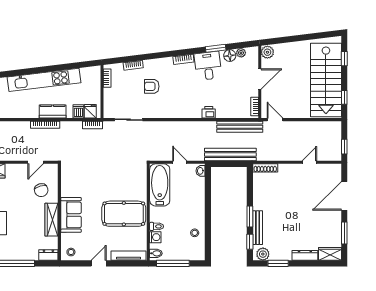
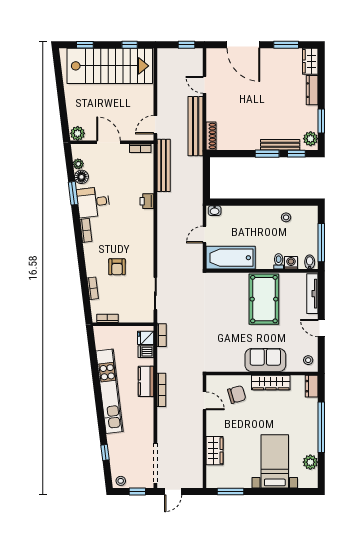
bench: (230, 154) -> (196, 126), moved

